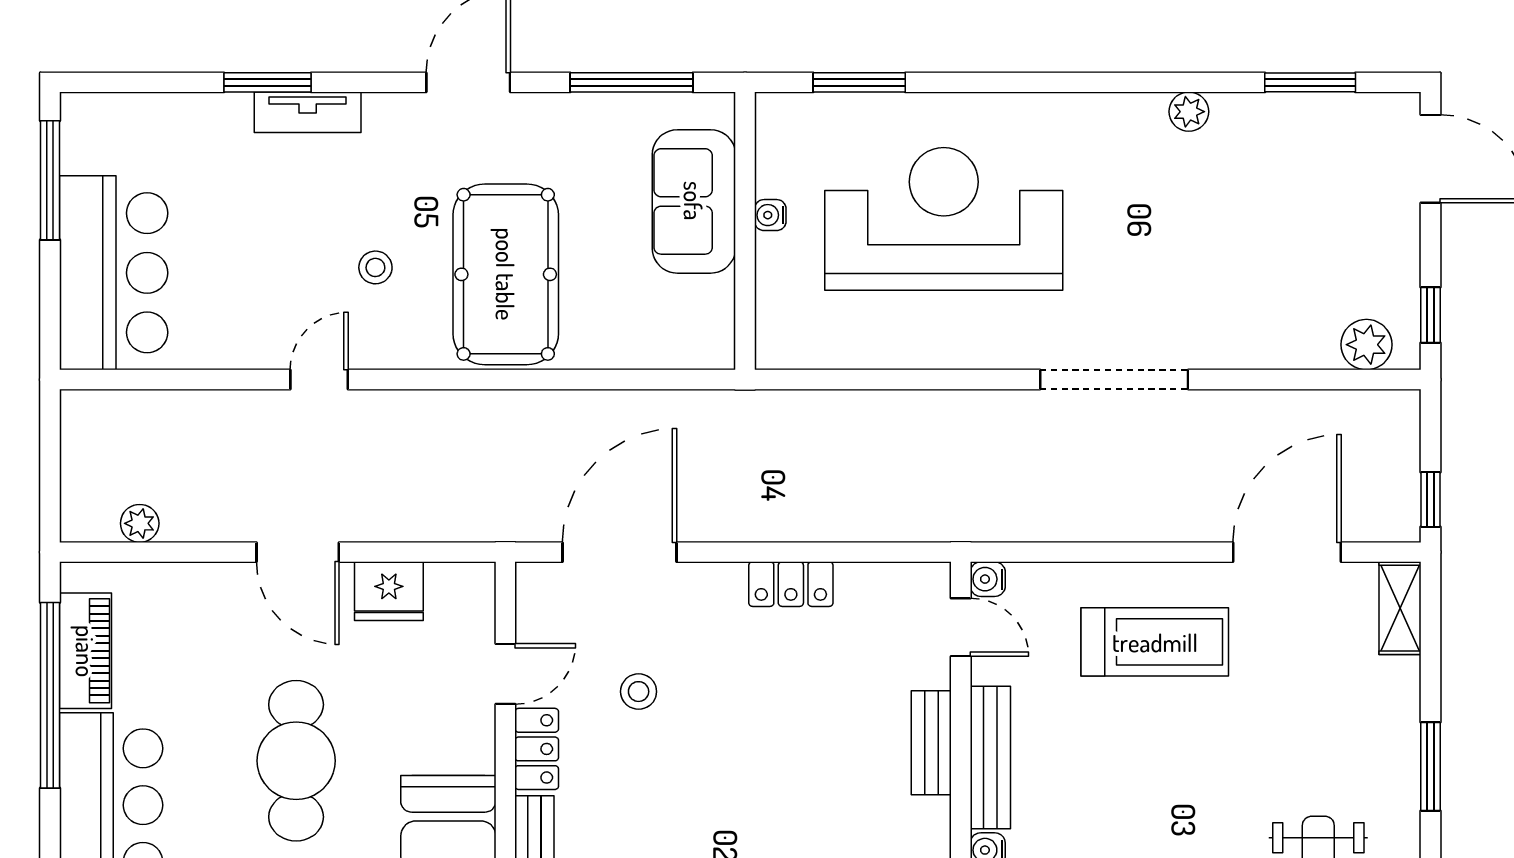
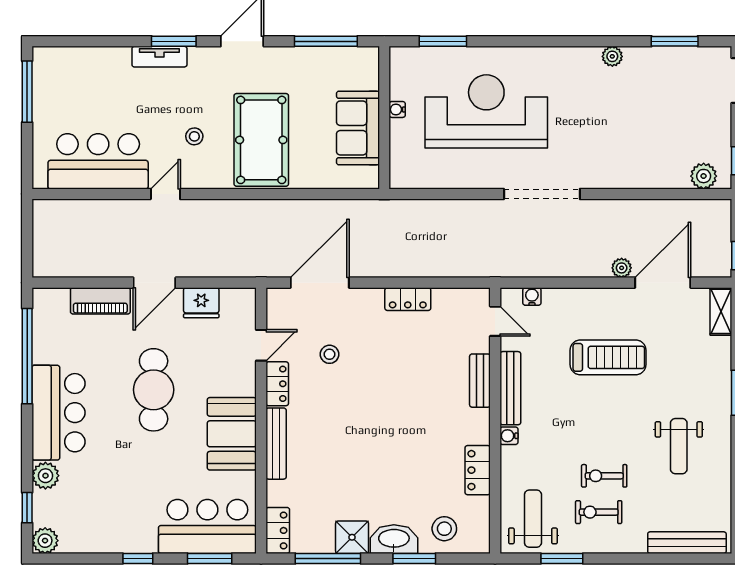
window: (268, 82) -> (174, 41), moved
sofa: (694, 201) -> (358, 128), moved
bar counter: (114, 273) -> (98, 161), moved, turned -90
doorway: (1114, 380) -> (542, 194), moved
plant: (140, 523) -> (622, 268), moved
door: (298, 552) -> (154, 283), hinge flipped
water cooler: (988, 579) -> (532, 297), moved, turned 90
treadmill: (1155, 642) -> (608, 357), moved
piano: (86, 651) -> (100, 301), moved, turned 90

